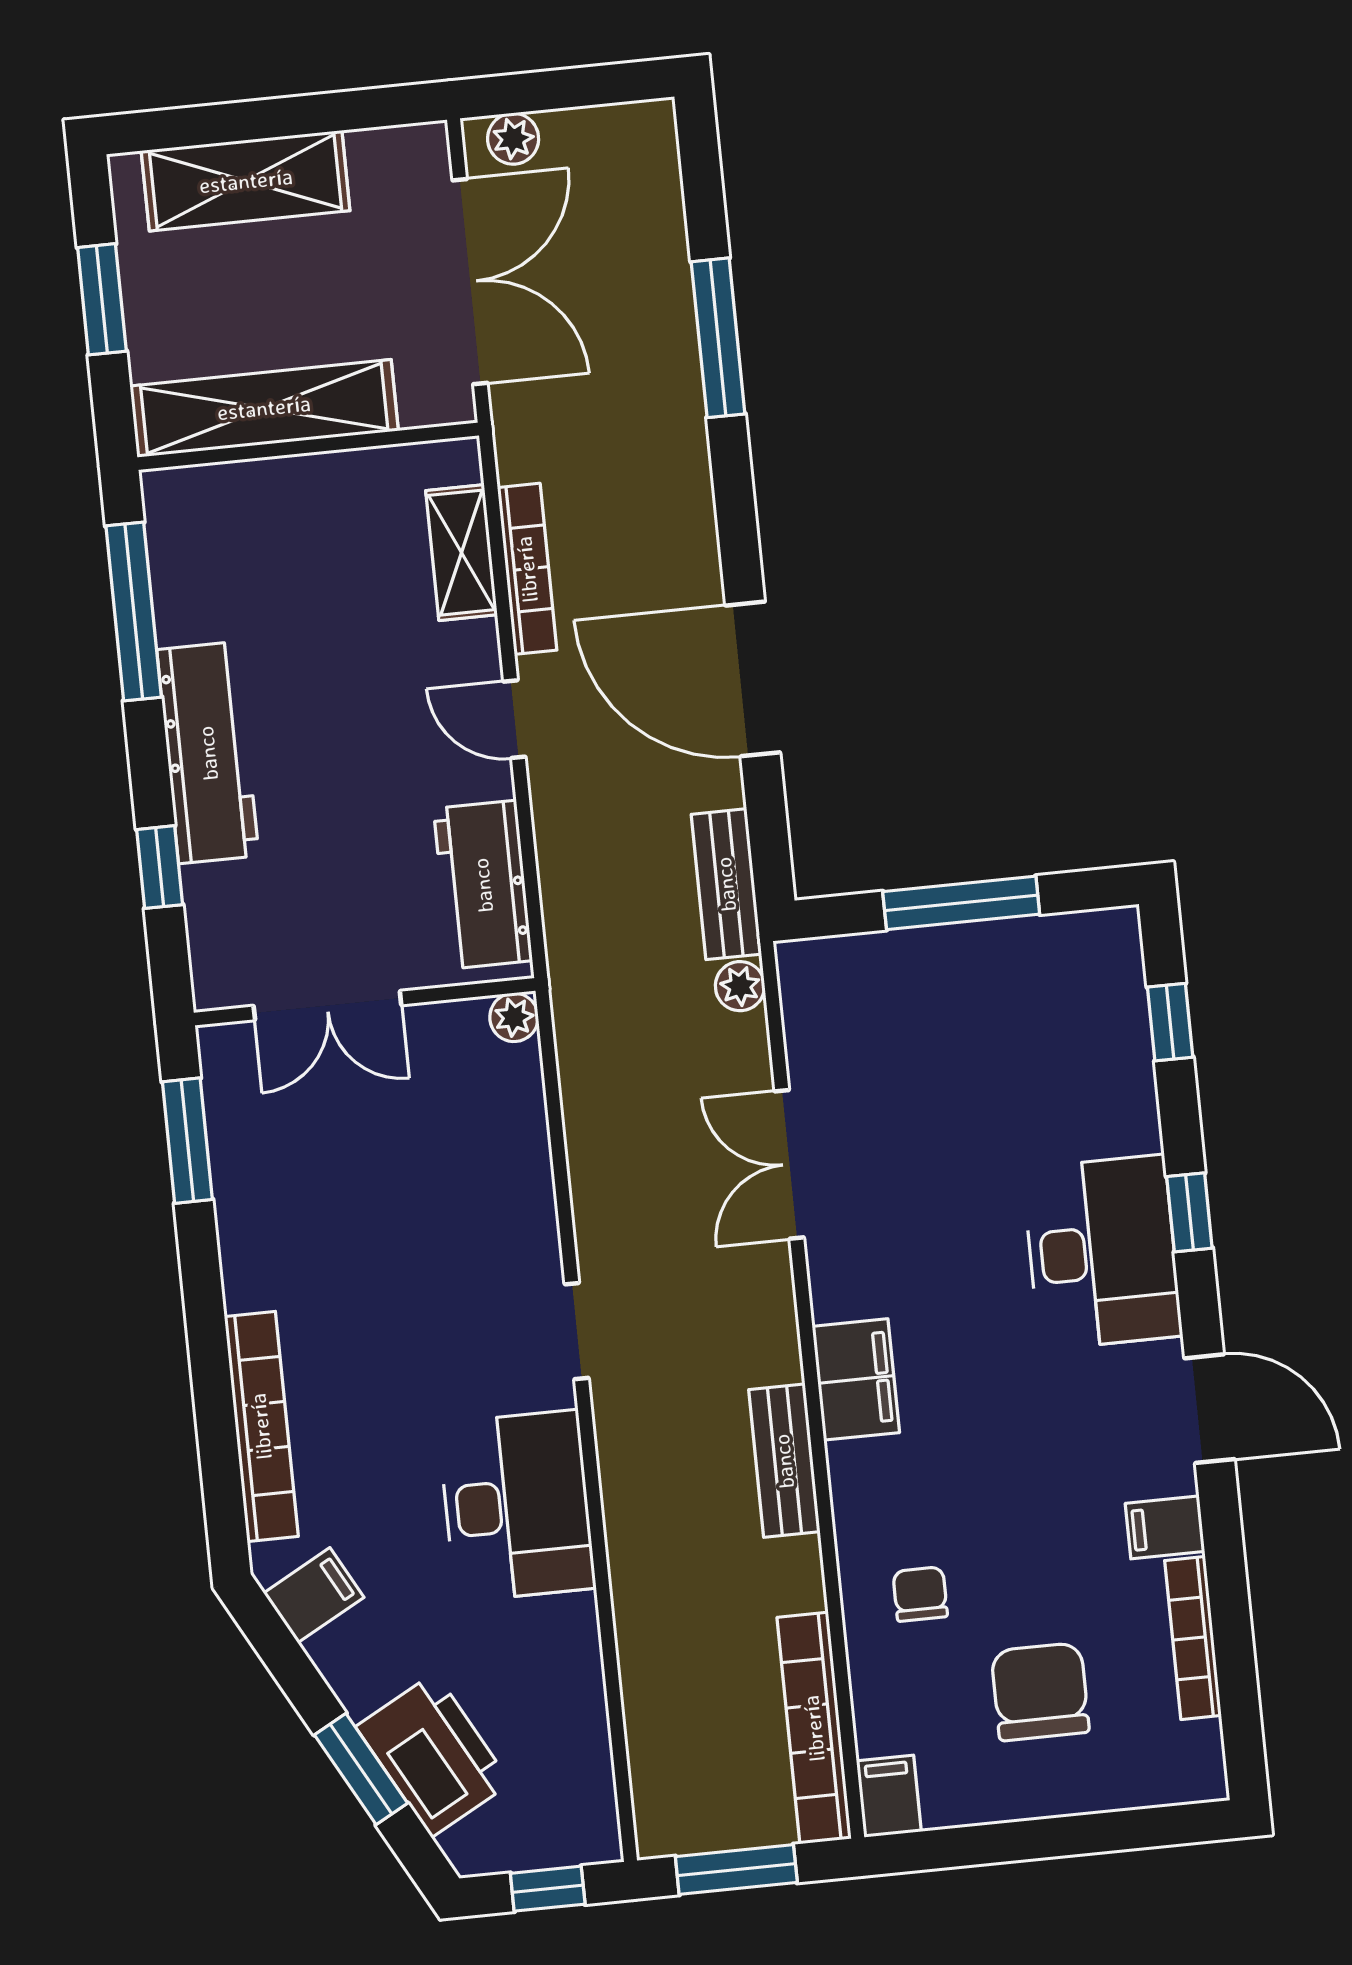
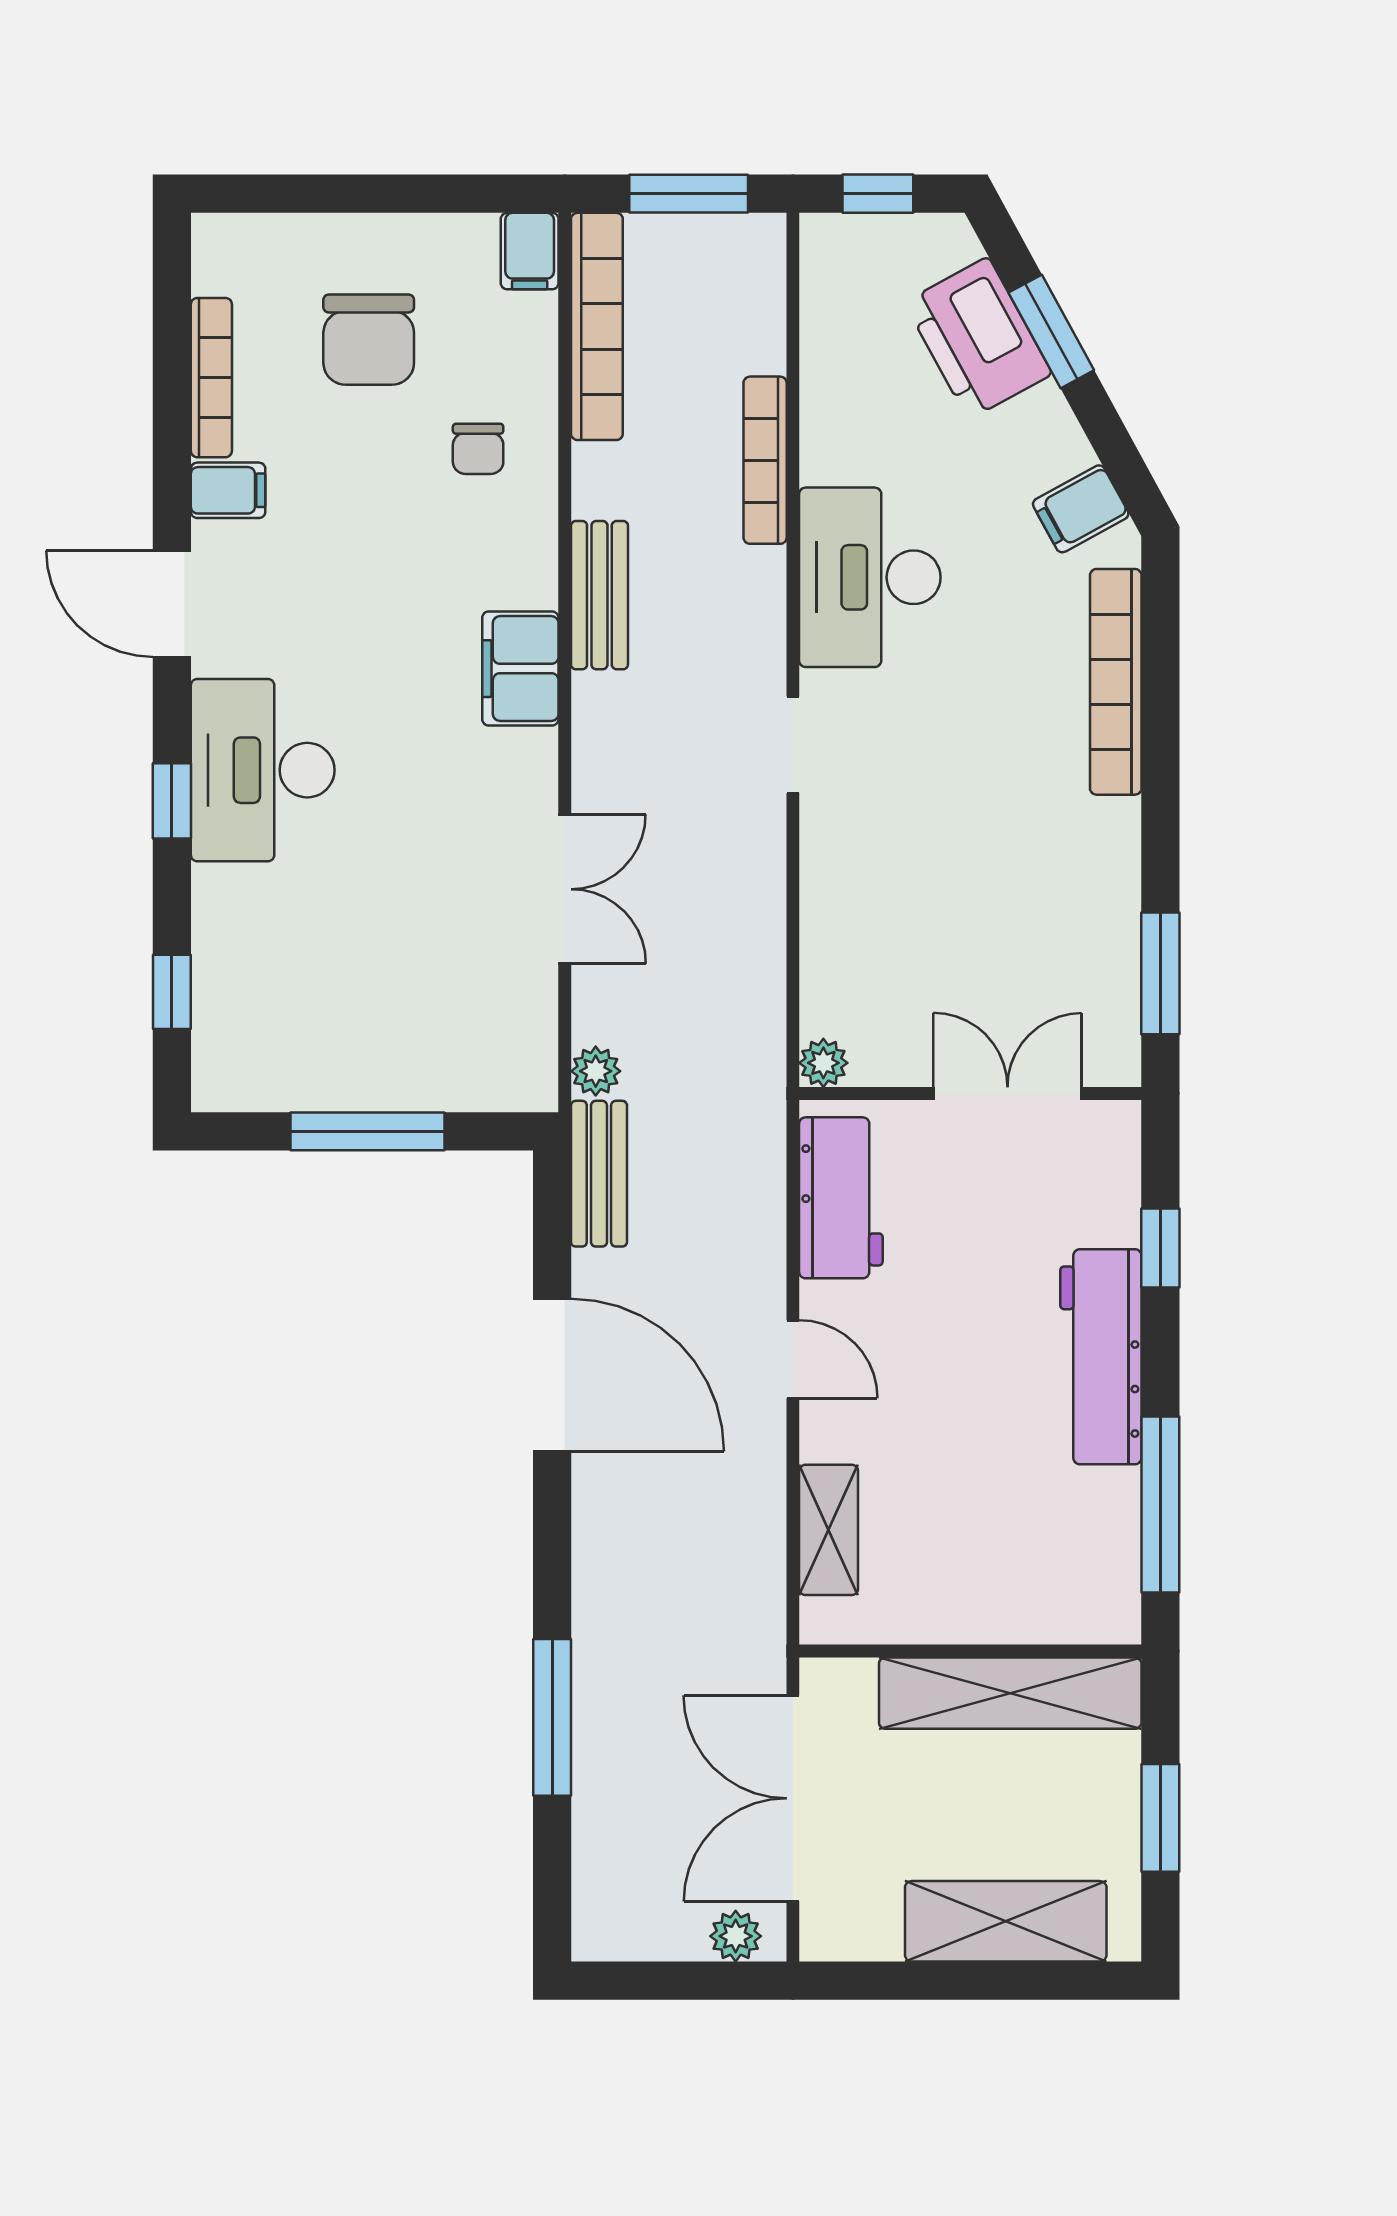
bookcase: (527, 569) -> (765, 460), moved

